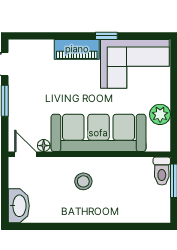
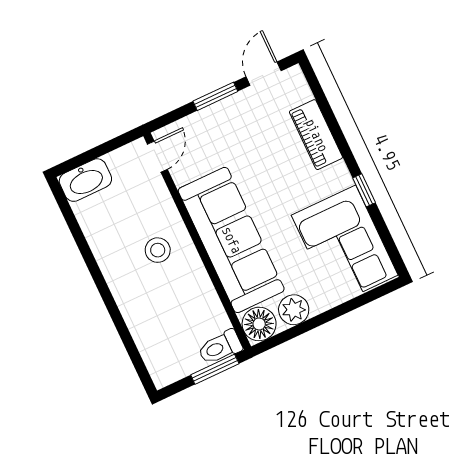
piano: (77, 49) -> (316, 135), moved
floor lamp: (44, 146) -> (259, 324), moved, width x1.89, depth x1.89

